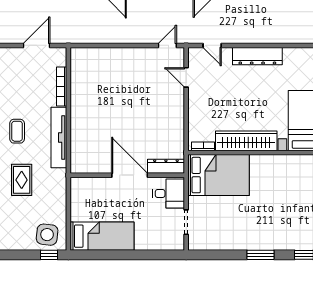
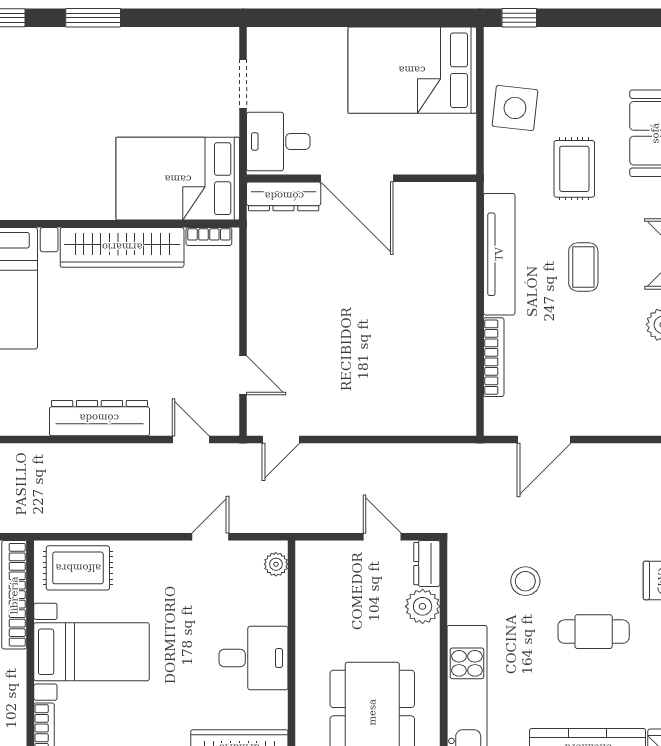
side table: (47, 235) -> (515, 108), moved
bed: (102, 236) -> (412, 70), width x1.50

